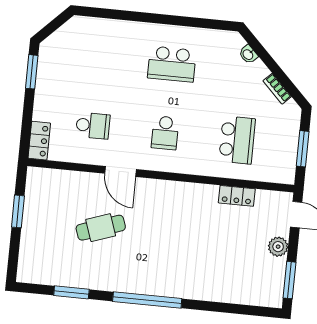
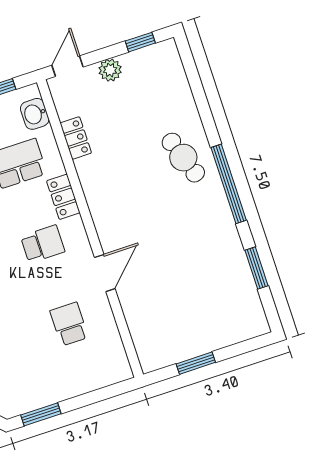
locker: (39, 141) -> (63, 197), moved, turned -90
washbasin: (270, 172) -> (35, 114), added
cafe table: (101, 228) -> (183, 158), moved
window: (290, 280) -> (140, 42), width x0.67

